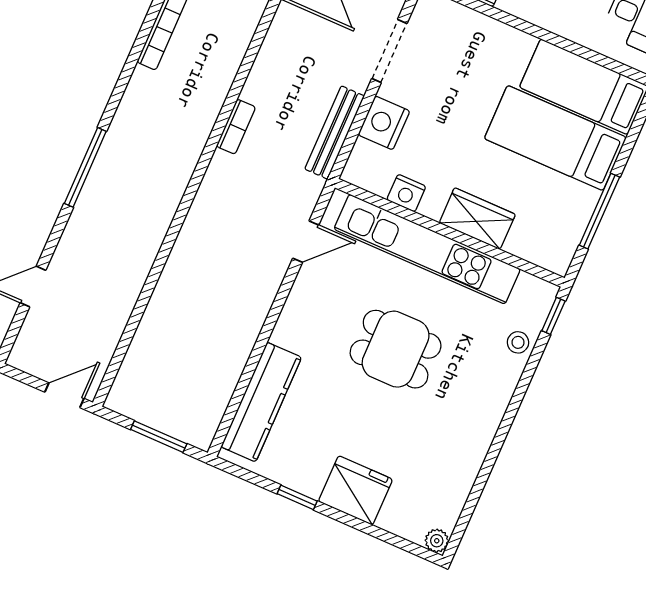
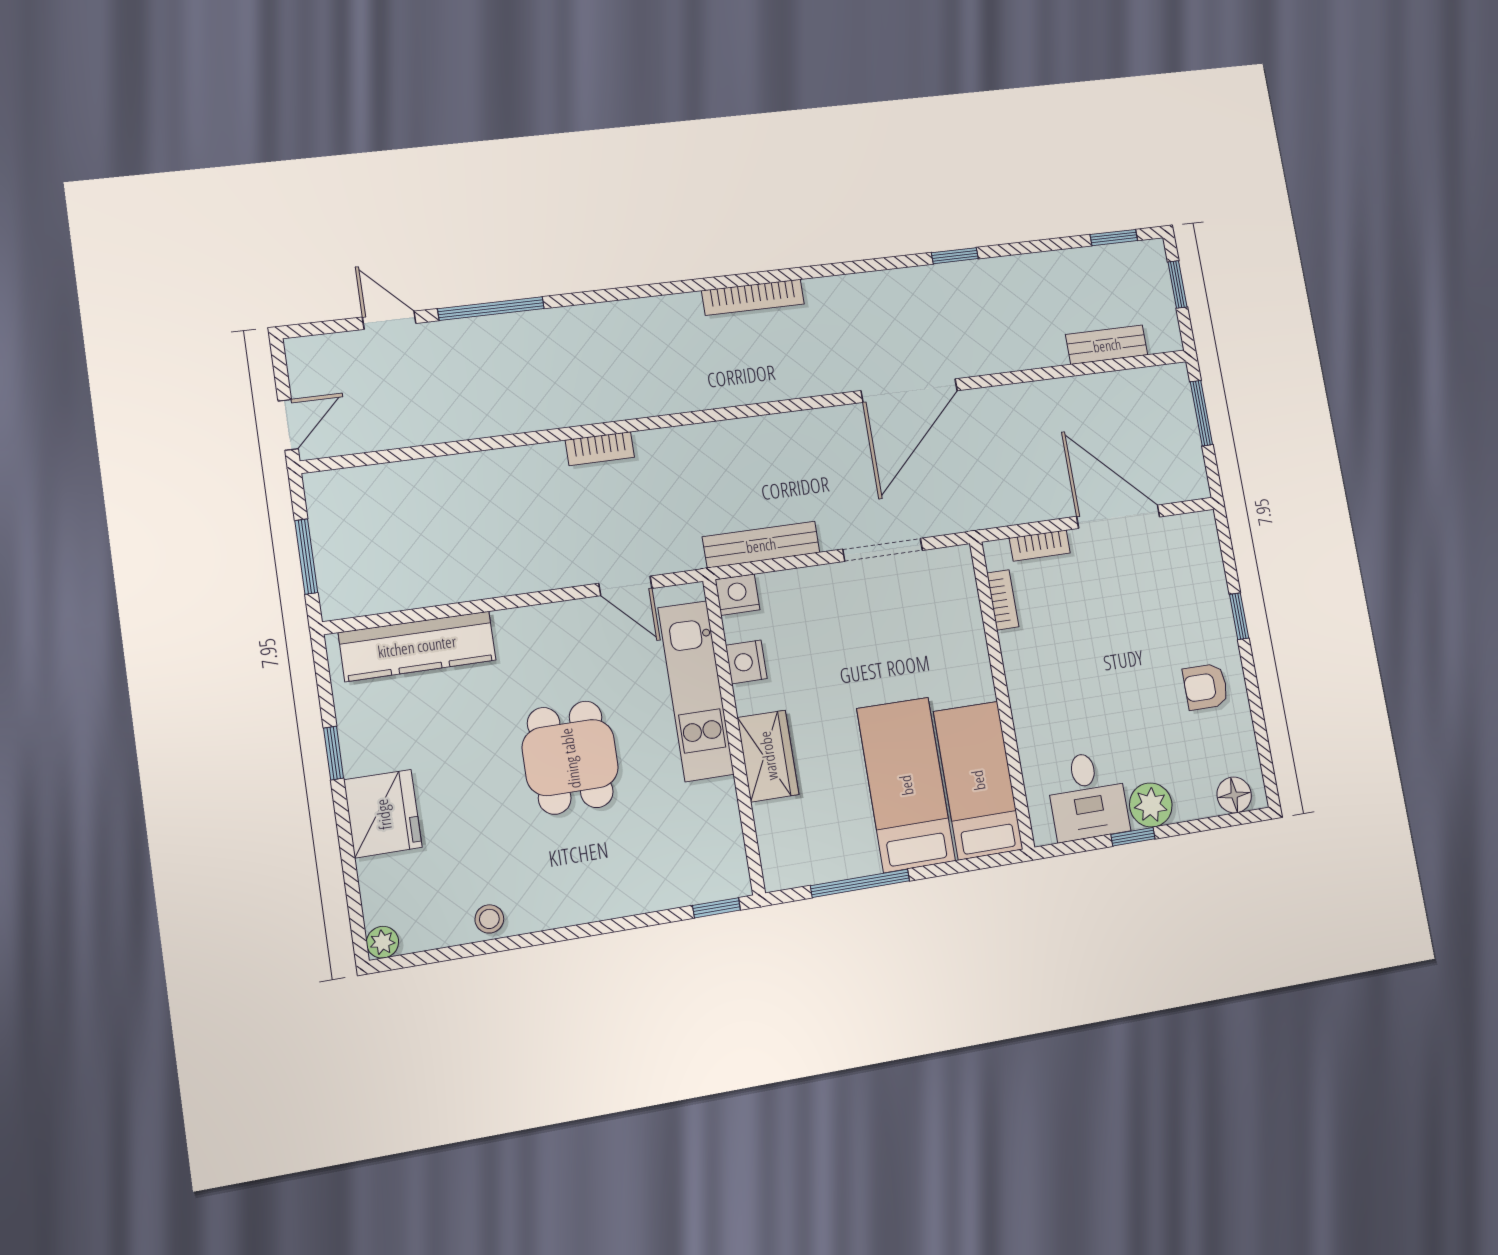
nightstand: (384, 123) -> (737, 595), moved, width x0.74, depth x0.75
bookcase: (236, 127) -> (600, 449), moved
window: (85, 167) -> (491, 309), moved
kitchen unit: (427, 249) -> (696, 691), width x0.73
stool: (518, 342) -> (489, 919), moved
door: (64, 395) -> (288, 425), hinge flipped

